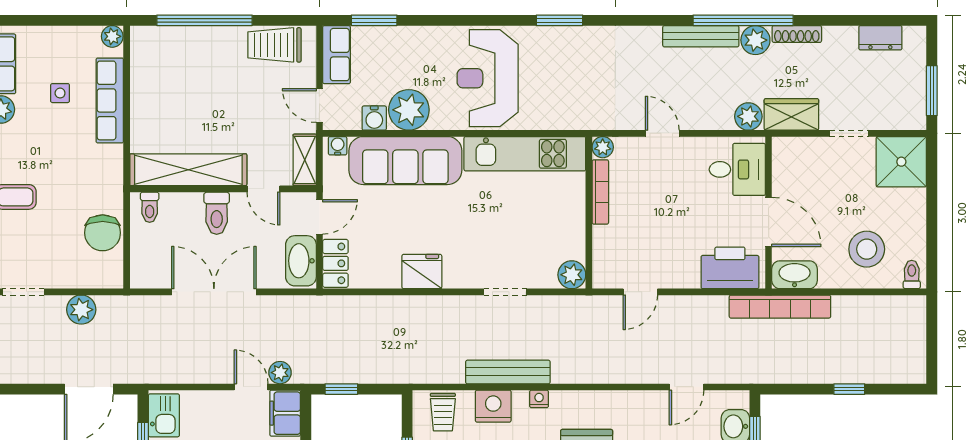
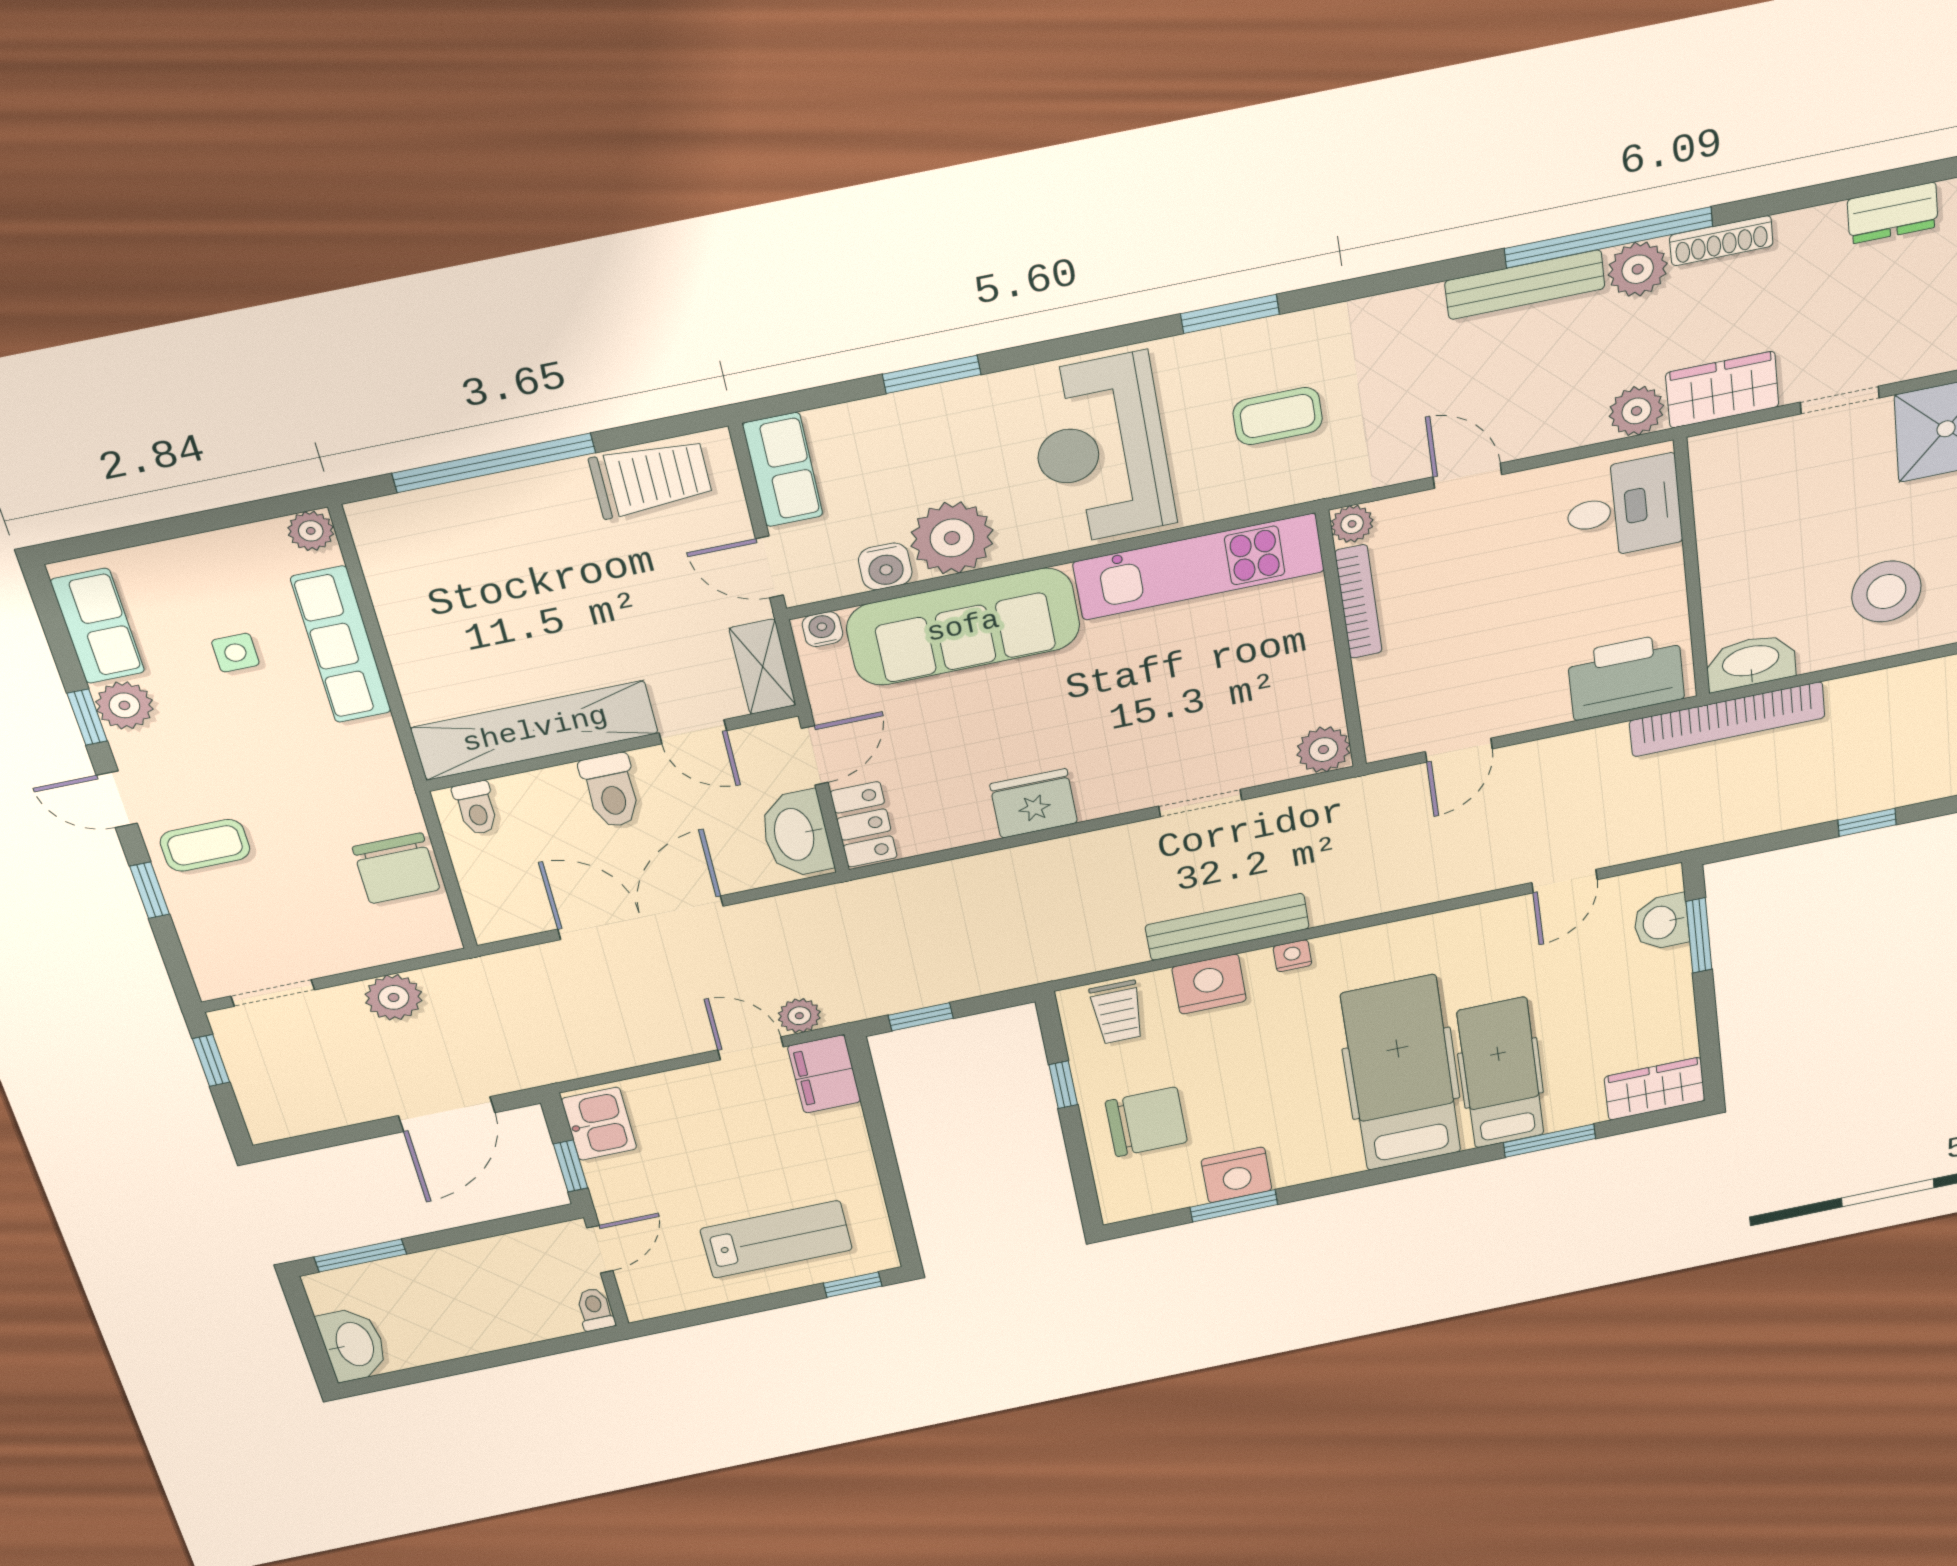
window: (374, 20) -> (932, 374), moved
trolley: (274, 45) -> (651, 478), turned 180
coffee table: (575, 80) -> (1278, 416), added
door: (769, 222) -> (1693, 585), removed

